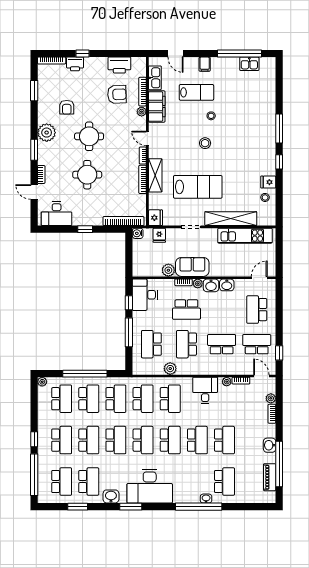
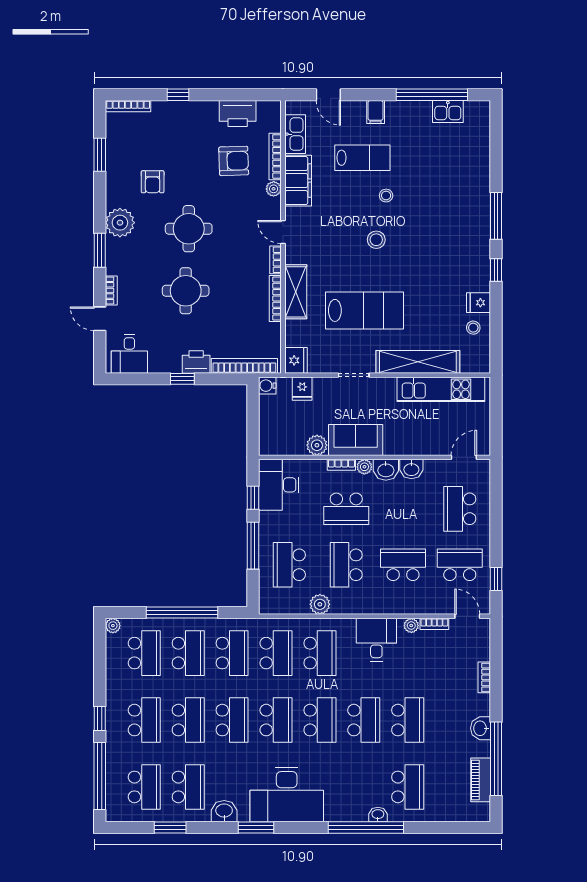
printer: (75, 64) -> (196, 362), moved, turned 180
desk: (57, 214) -> (129, 354), width x0.73
plant: (271, 398) -> (483, 653), removed

